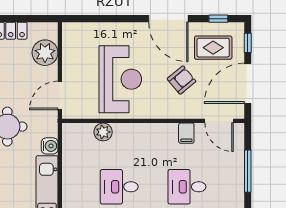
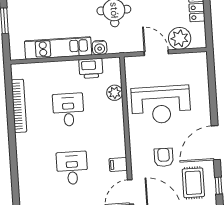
armchair: (182, 80) -> (164, 157), turned -140
door: (60, 95) -> (156, 53), moved
printer: (73, 158) -> (91, 68), added

